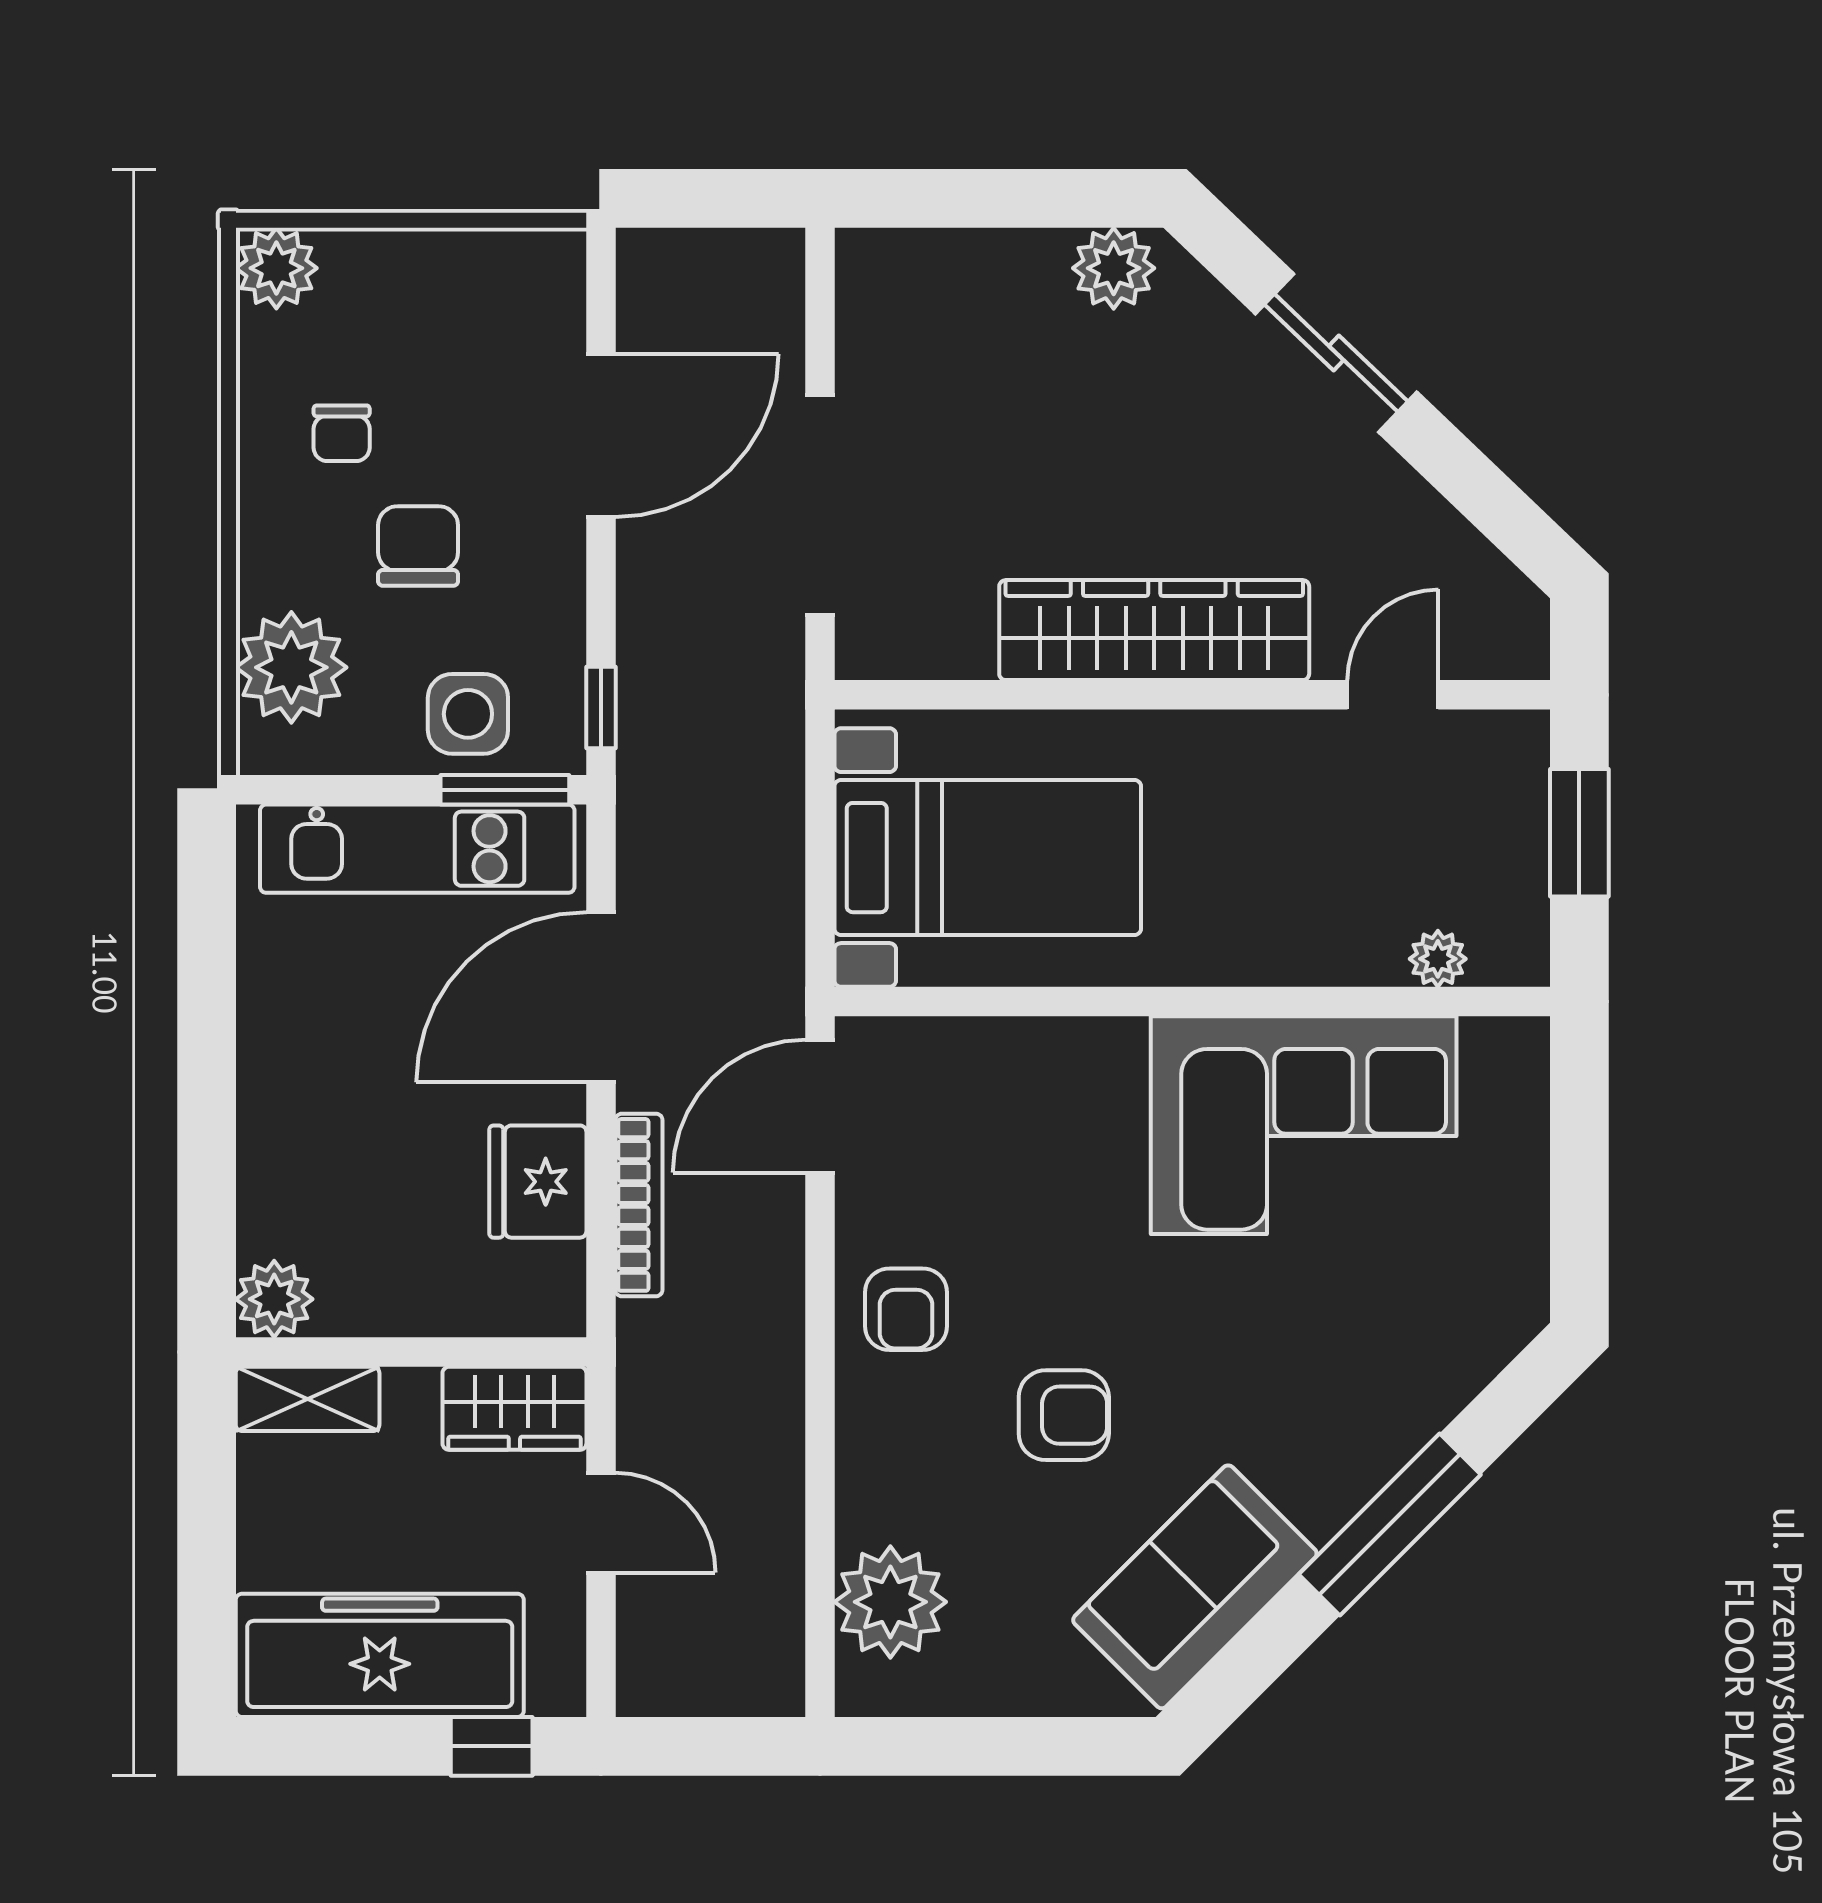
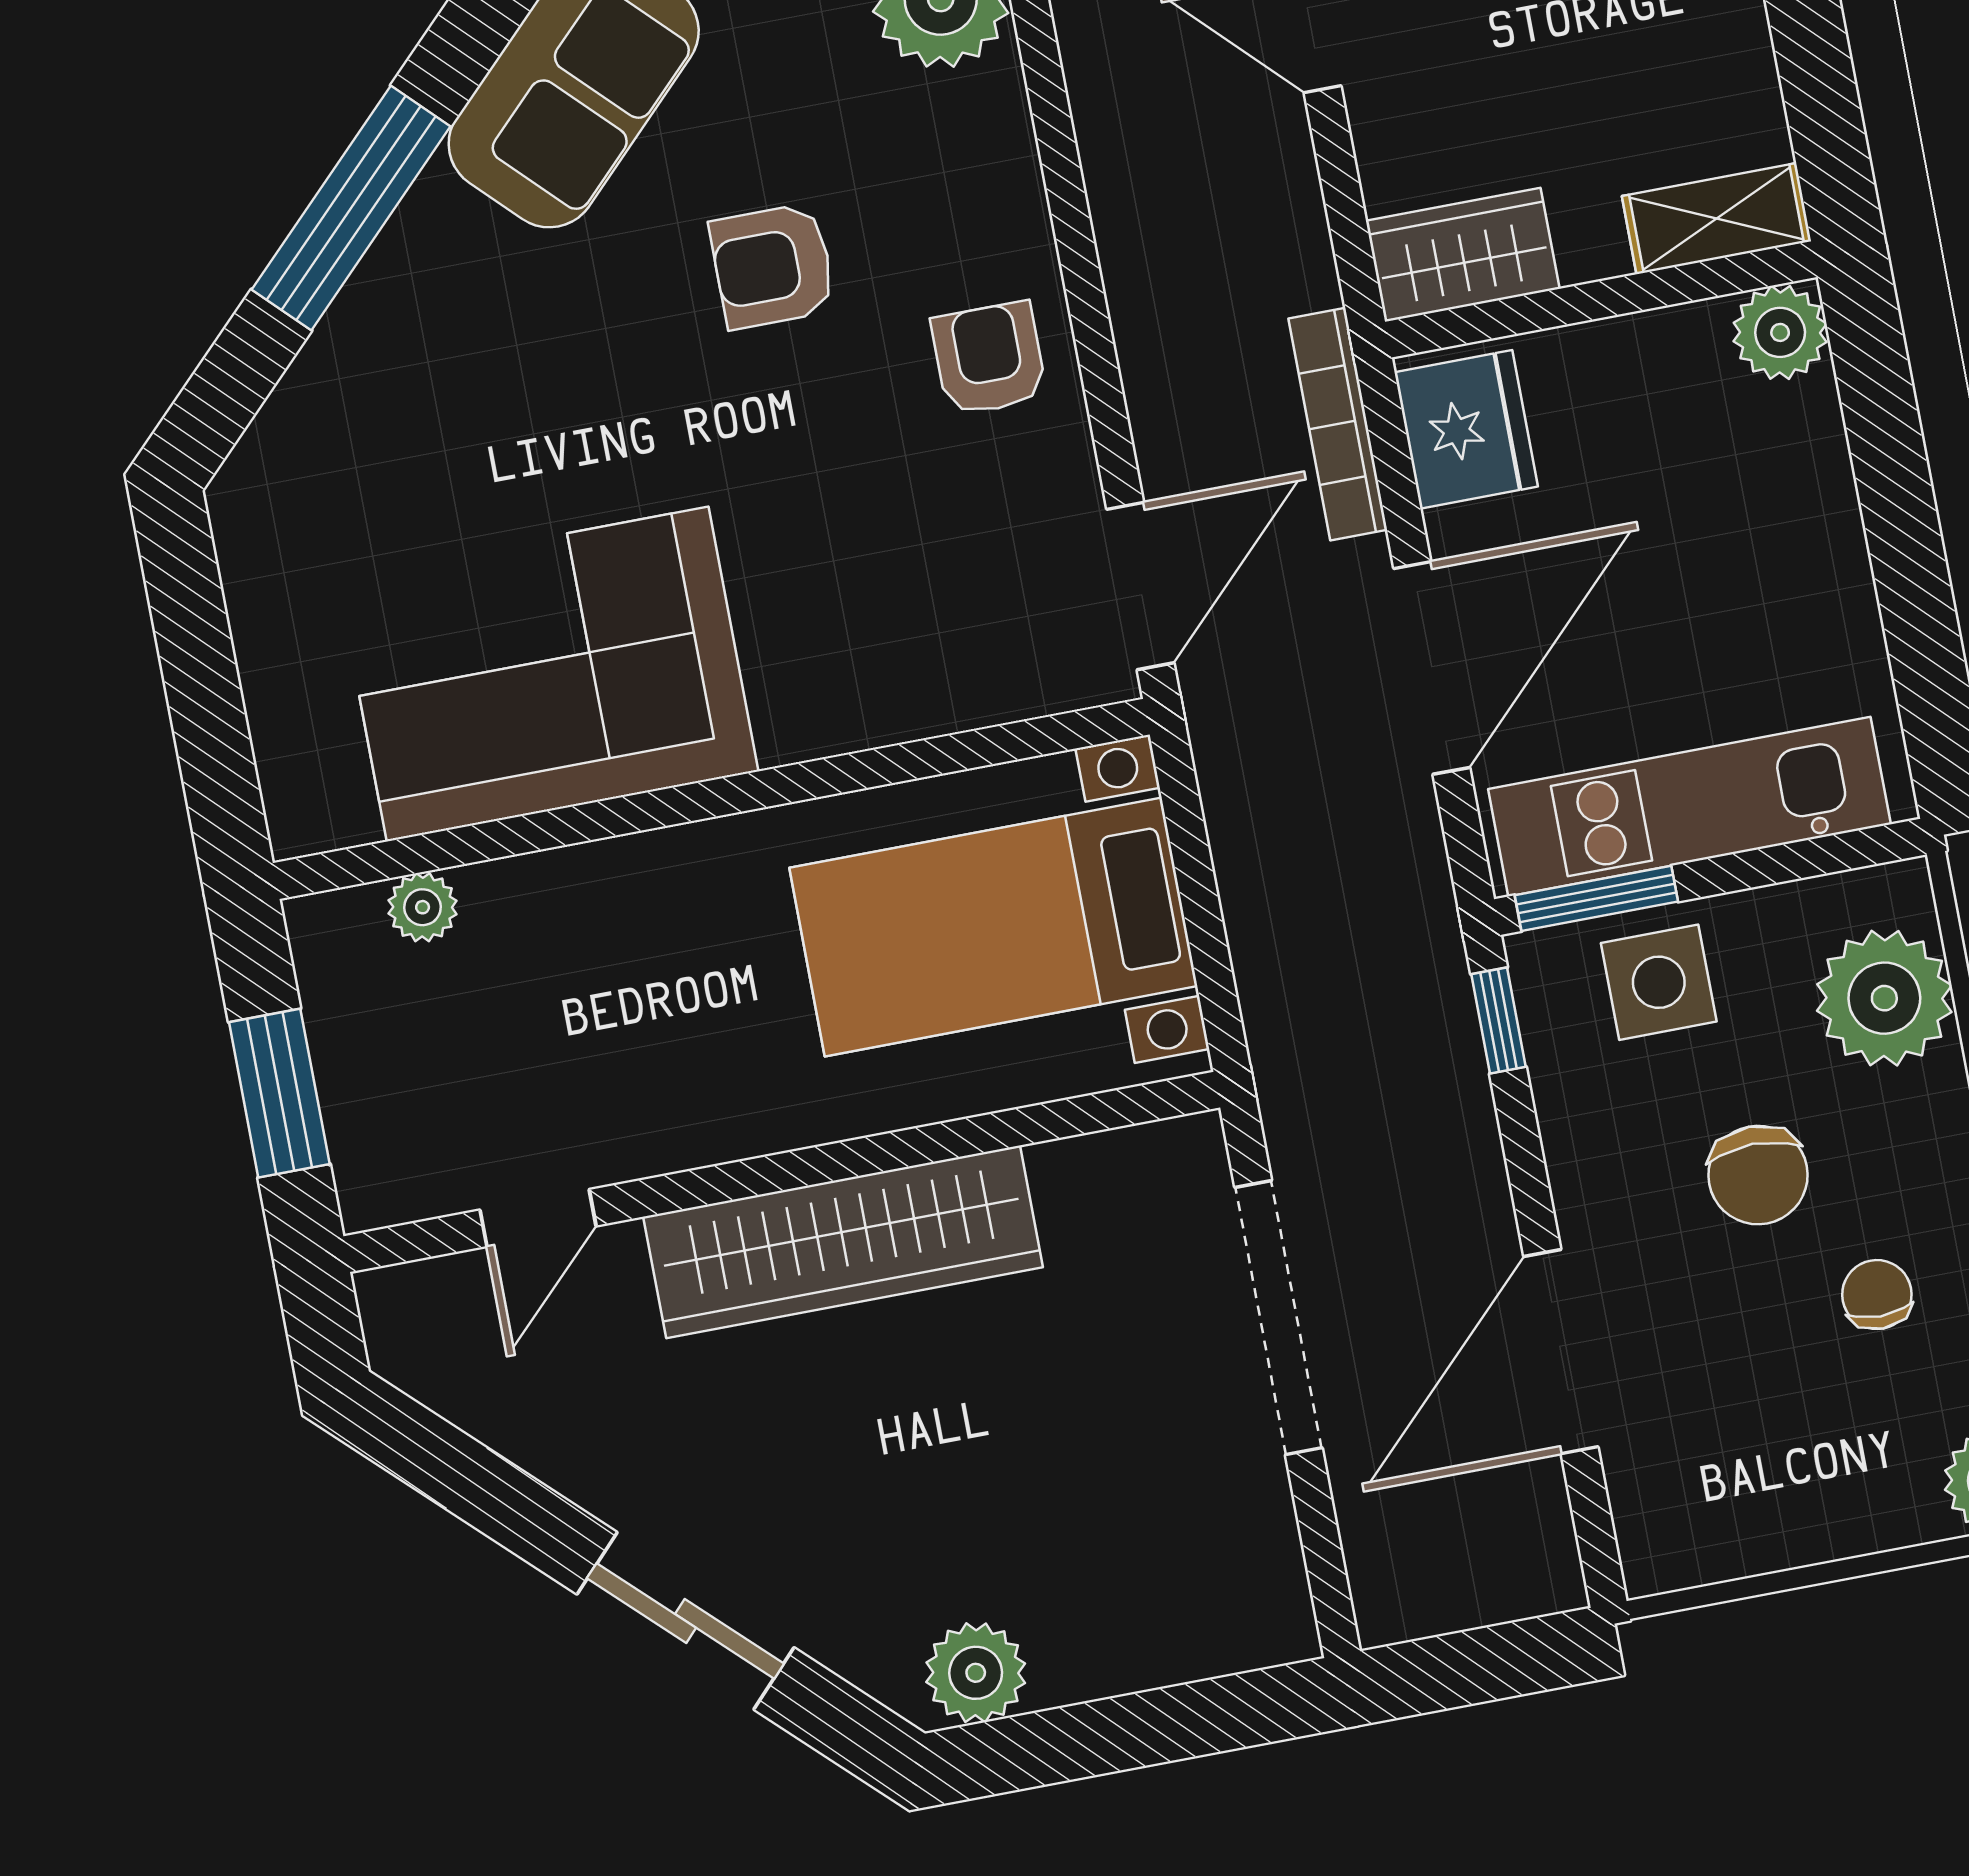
plant: (274, 1299) -> (1780, 332), moved
wall: (411, 1352) -> (1601, 299), moved
shelving: (308, 1399) -> (1717, 219), moved
wardrobe: (514, 1408) -> (1463, 255), moved

